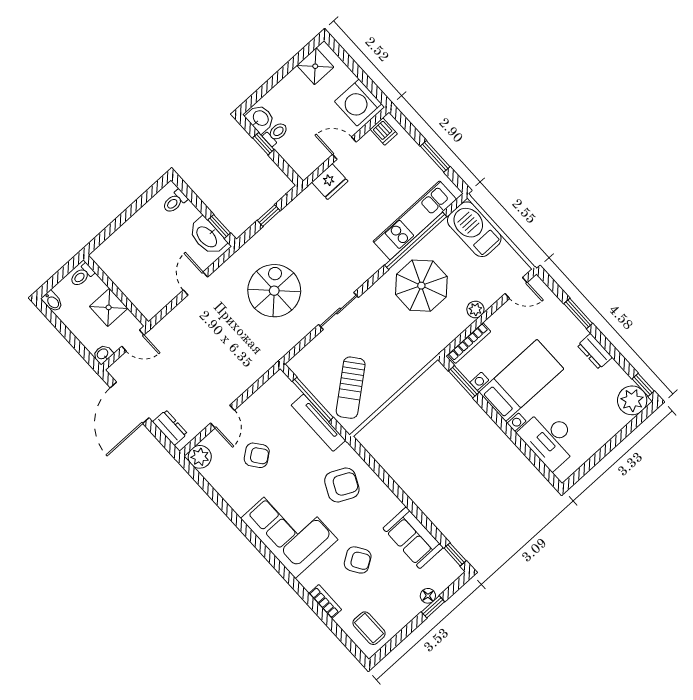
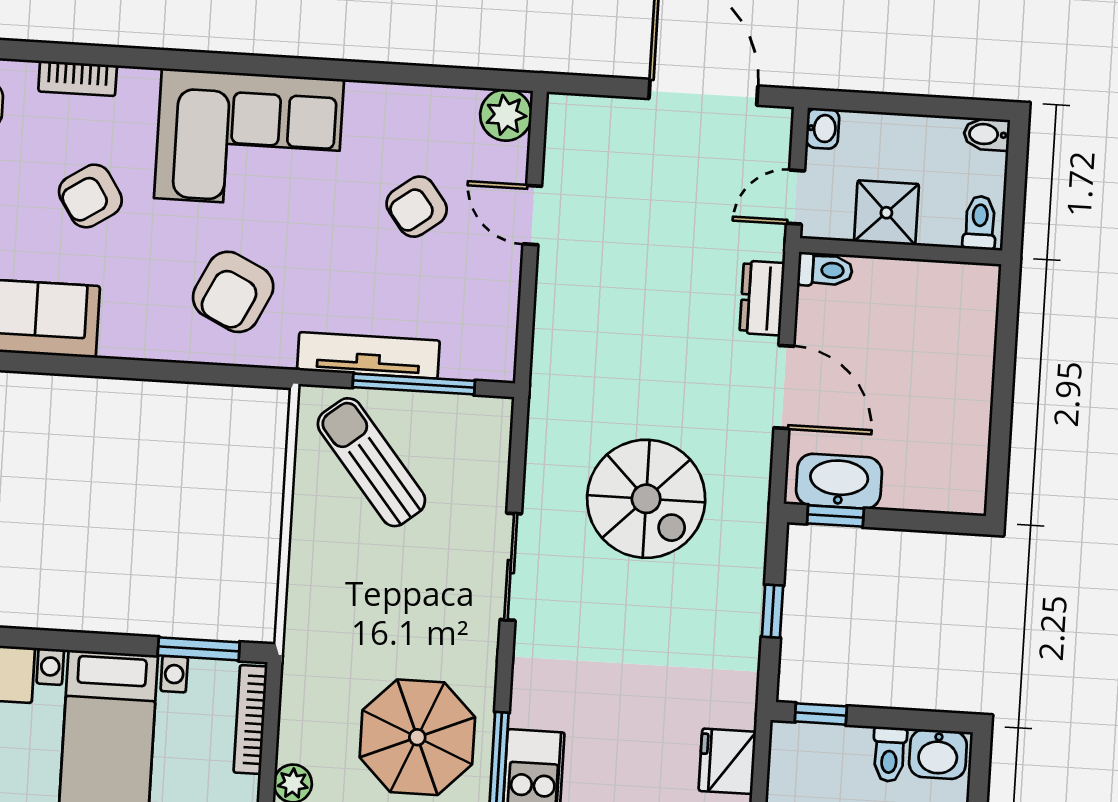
window: (263, 144) -> (821, 714), moved
toilet: (175, 202) -> (825, 270), moved, turned 90
door: (195, 284) -> (784, 387), width x1.38
dresser: (170, 428) -> (762, 298), moved, turned 90

